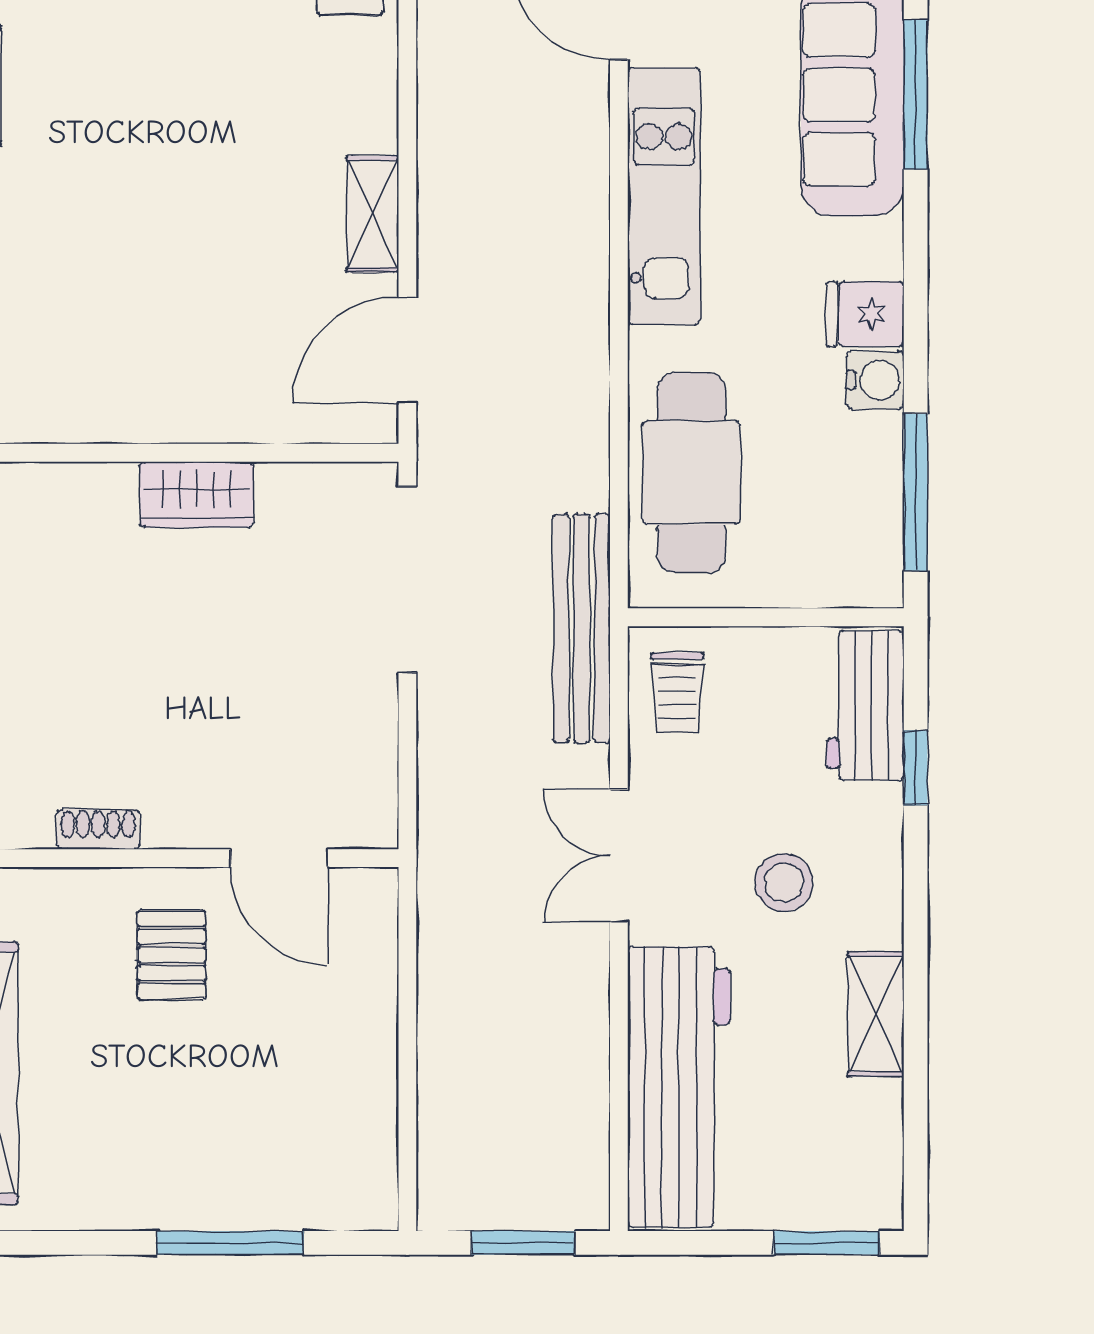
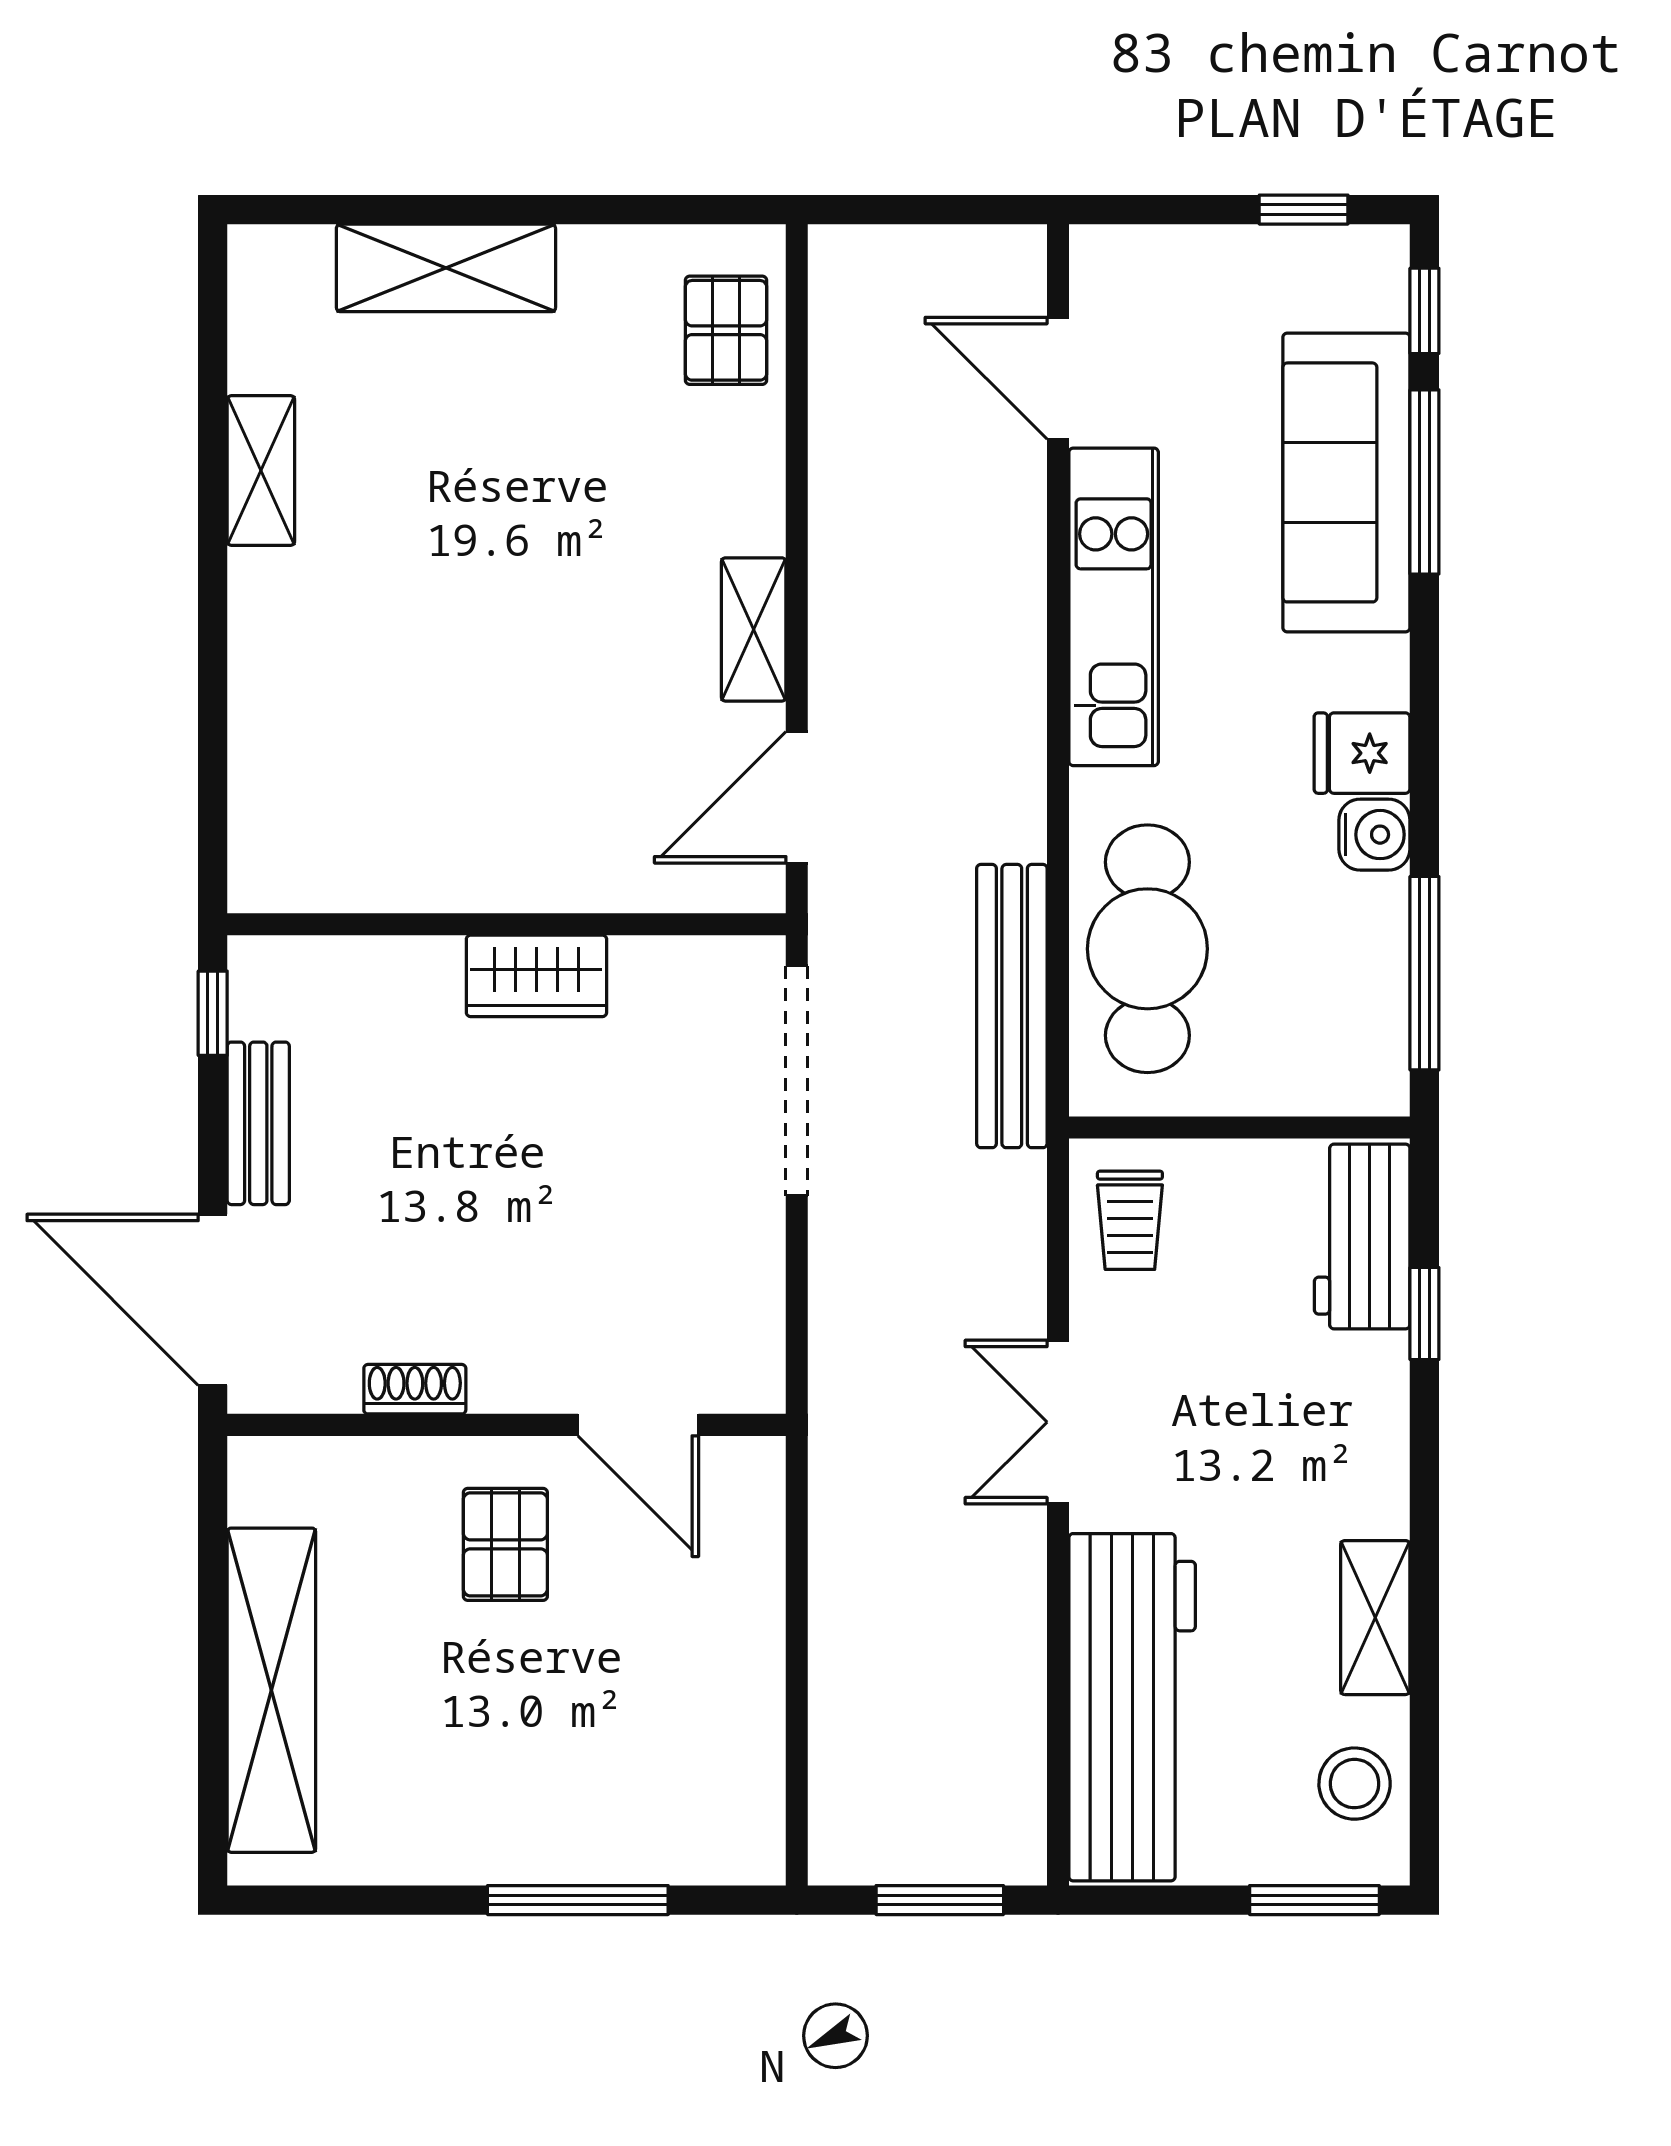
bench: (582, 628) -> (1012, 1006), moved
stool: (784, 882) -> (1355, 1784), moved

